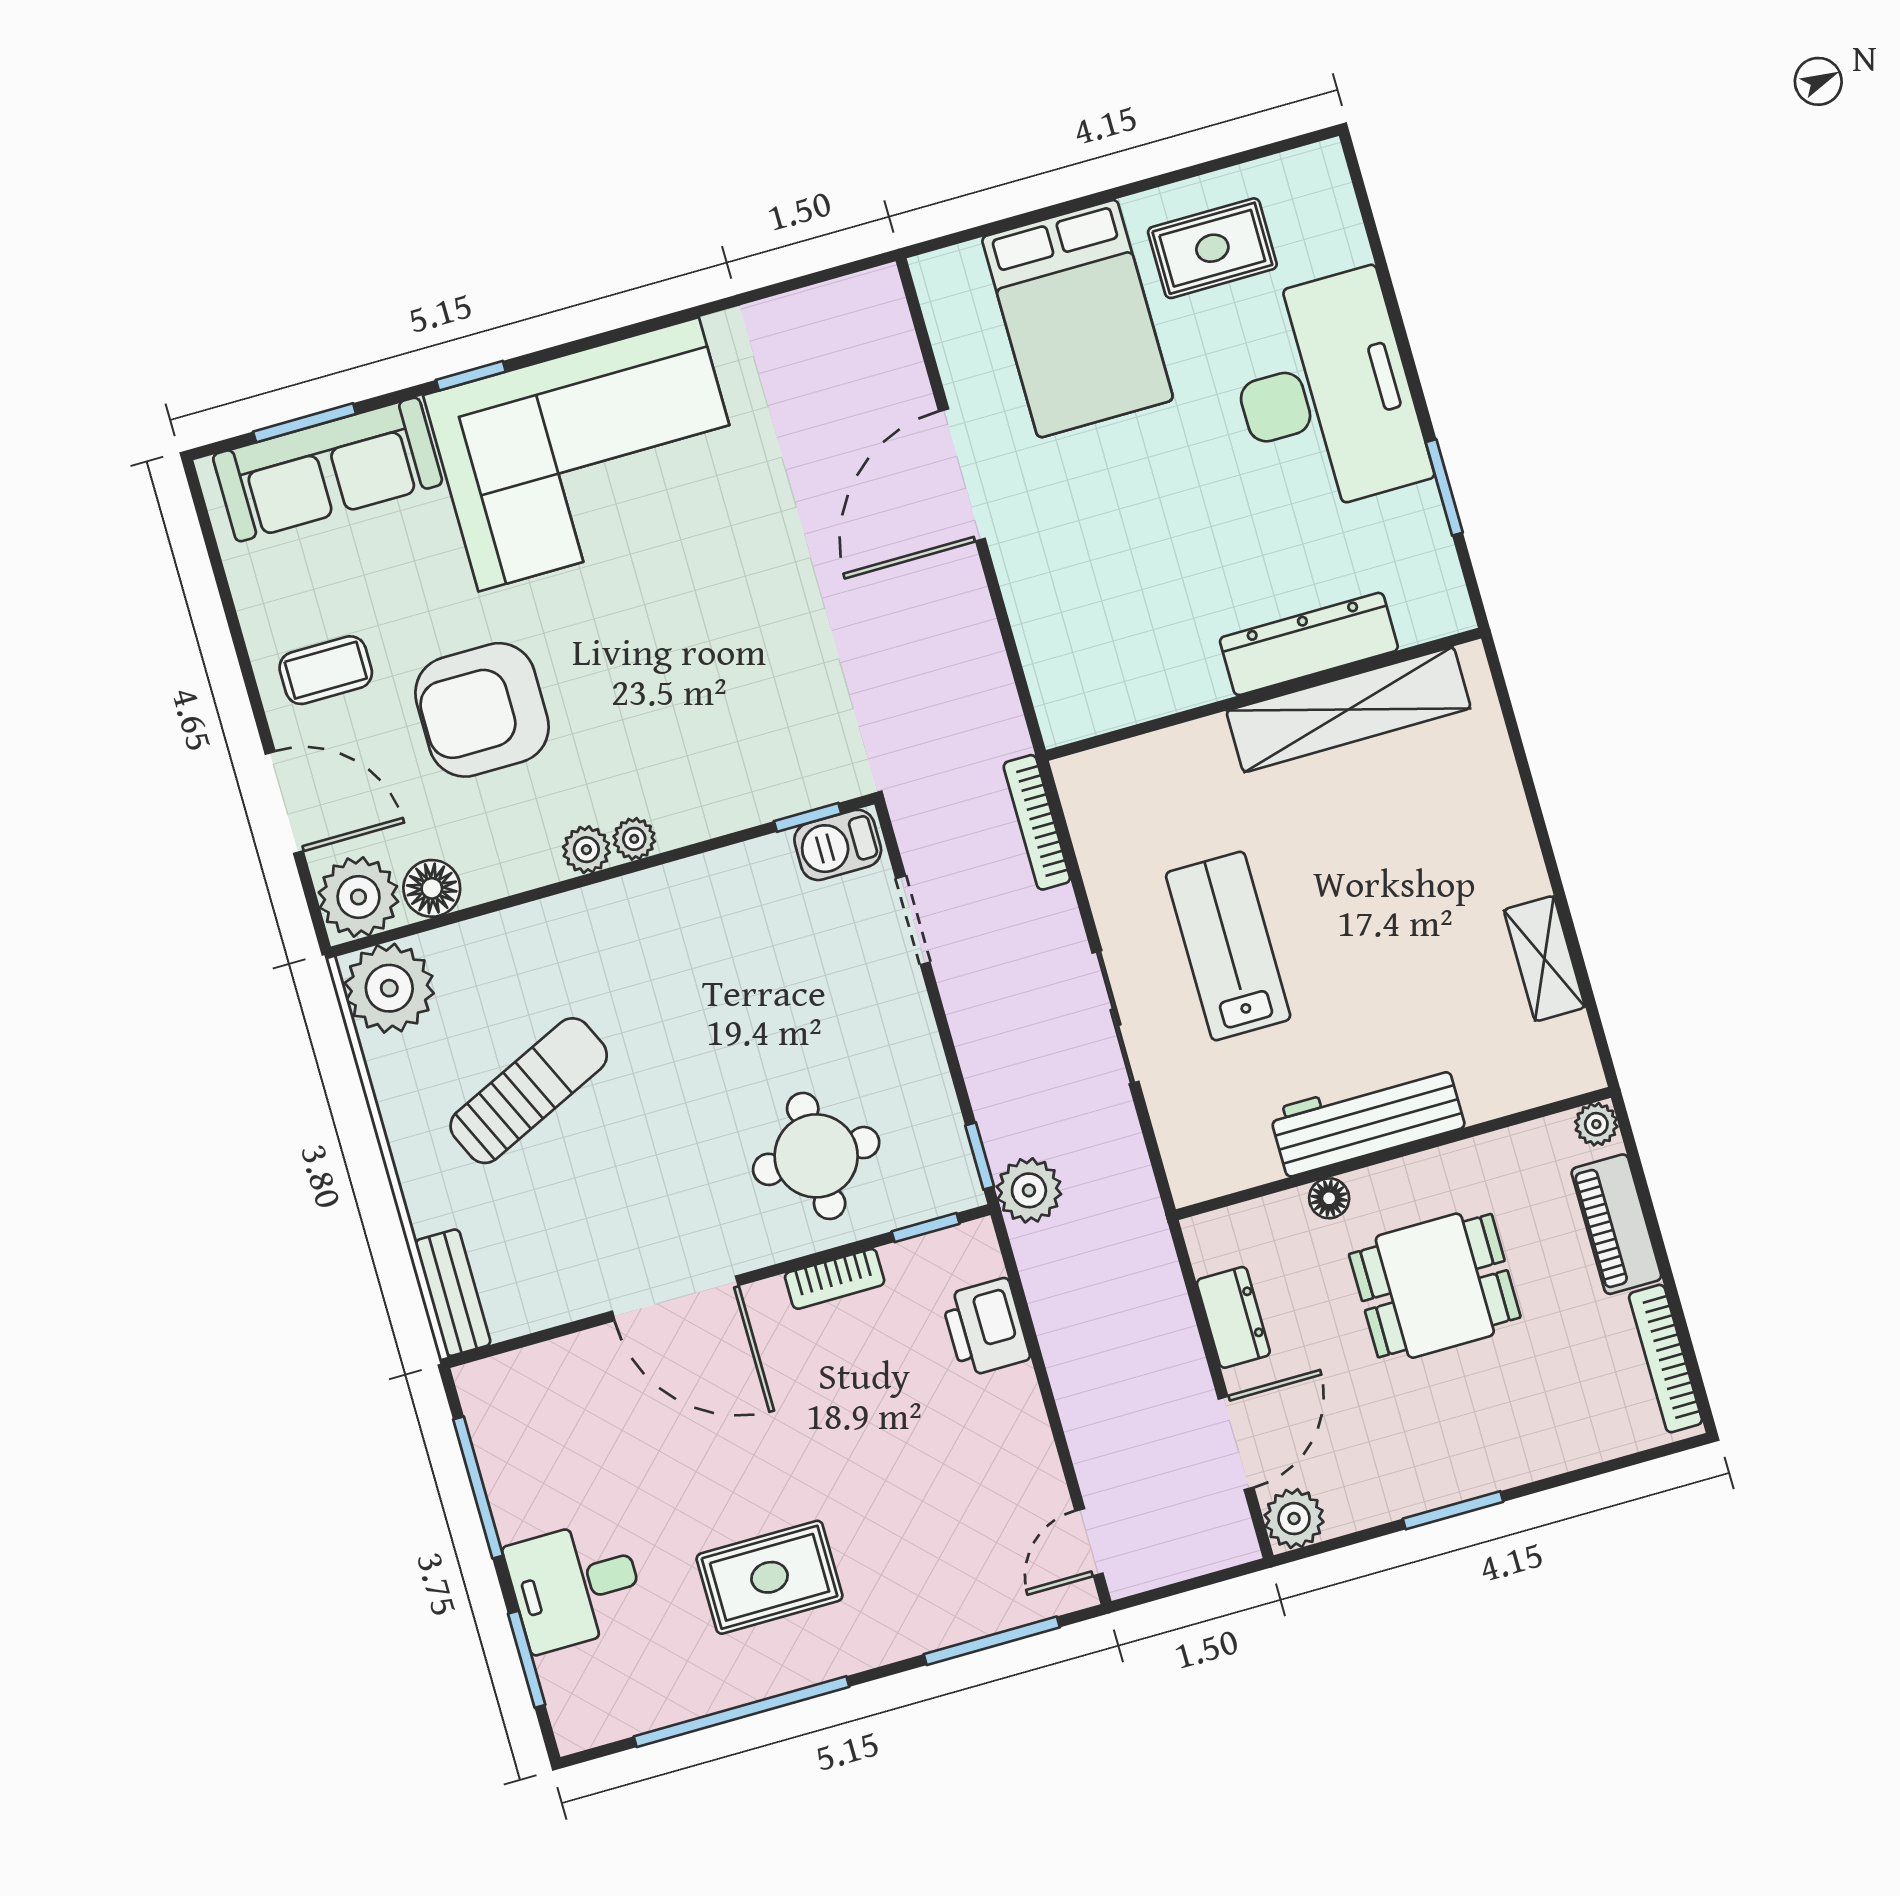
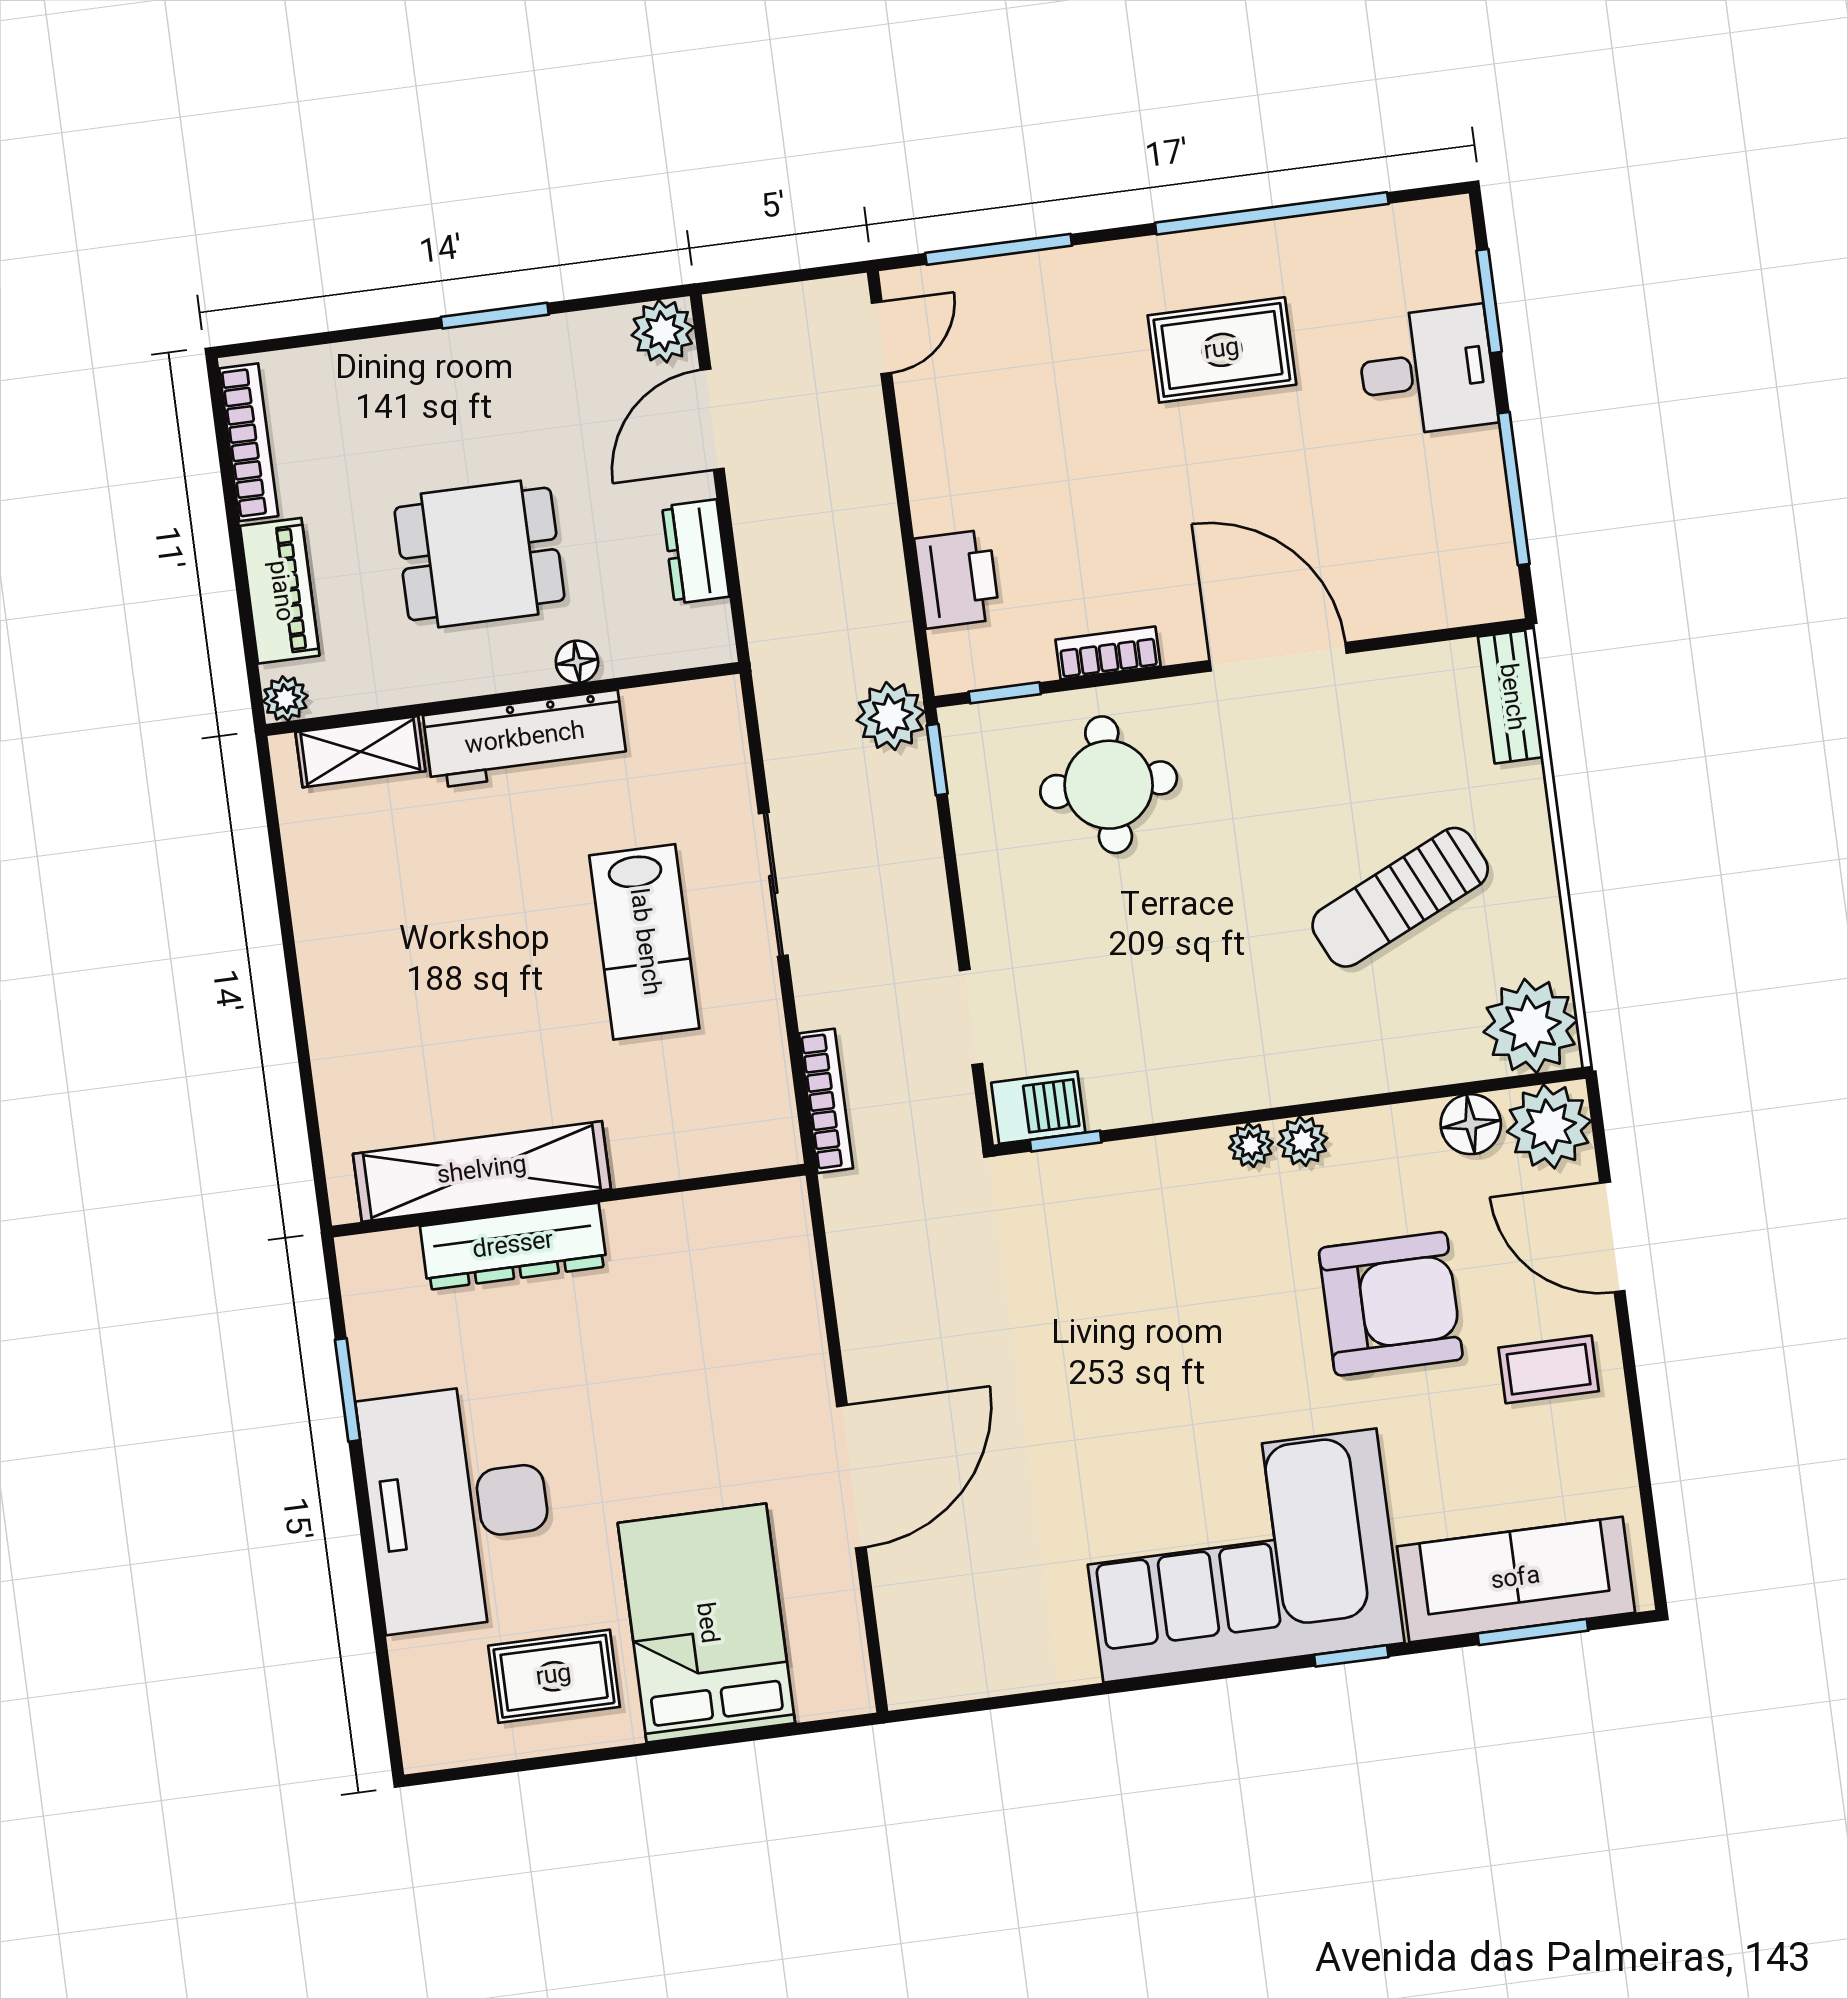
shelving: (1544, 959) -> (360, 752), moved, turned 90

